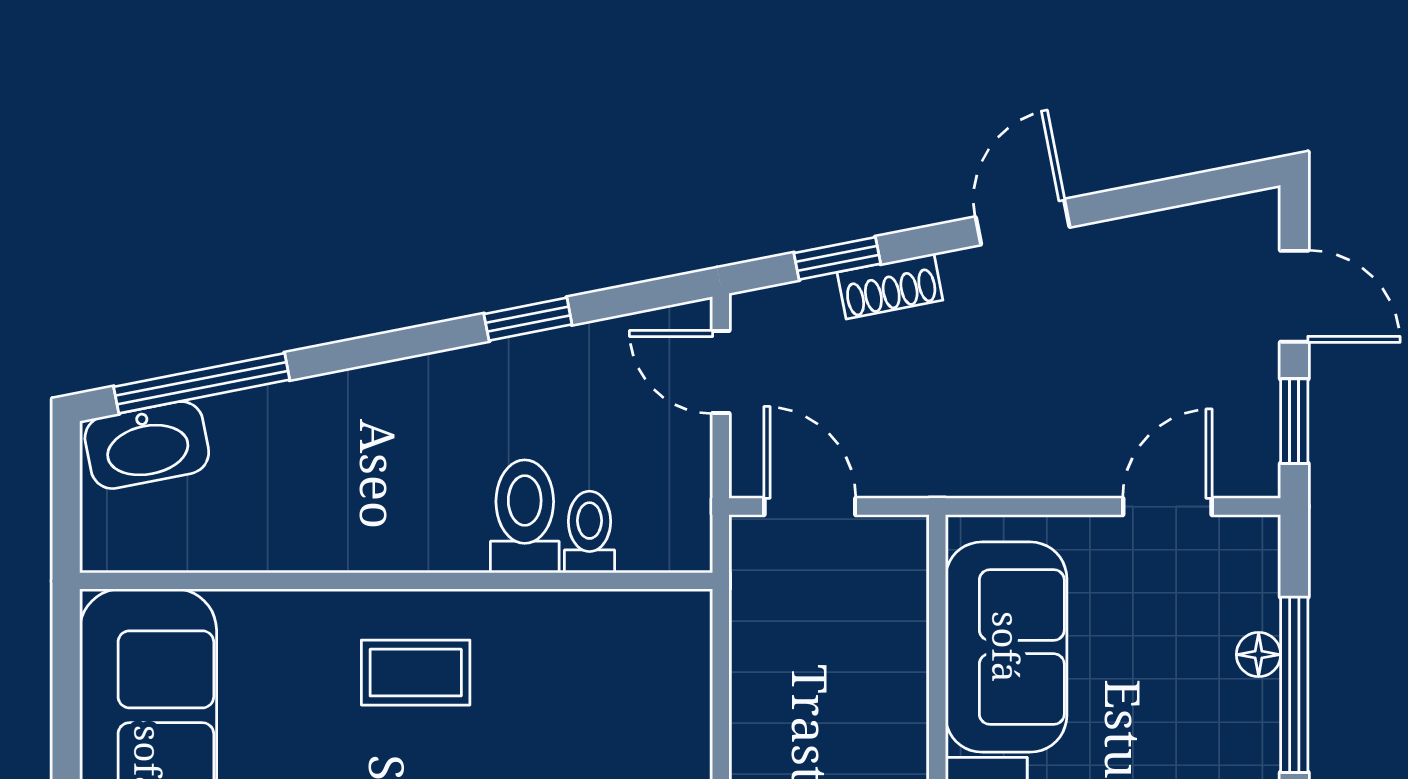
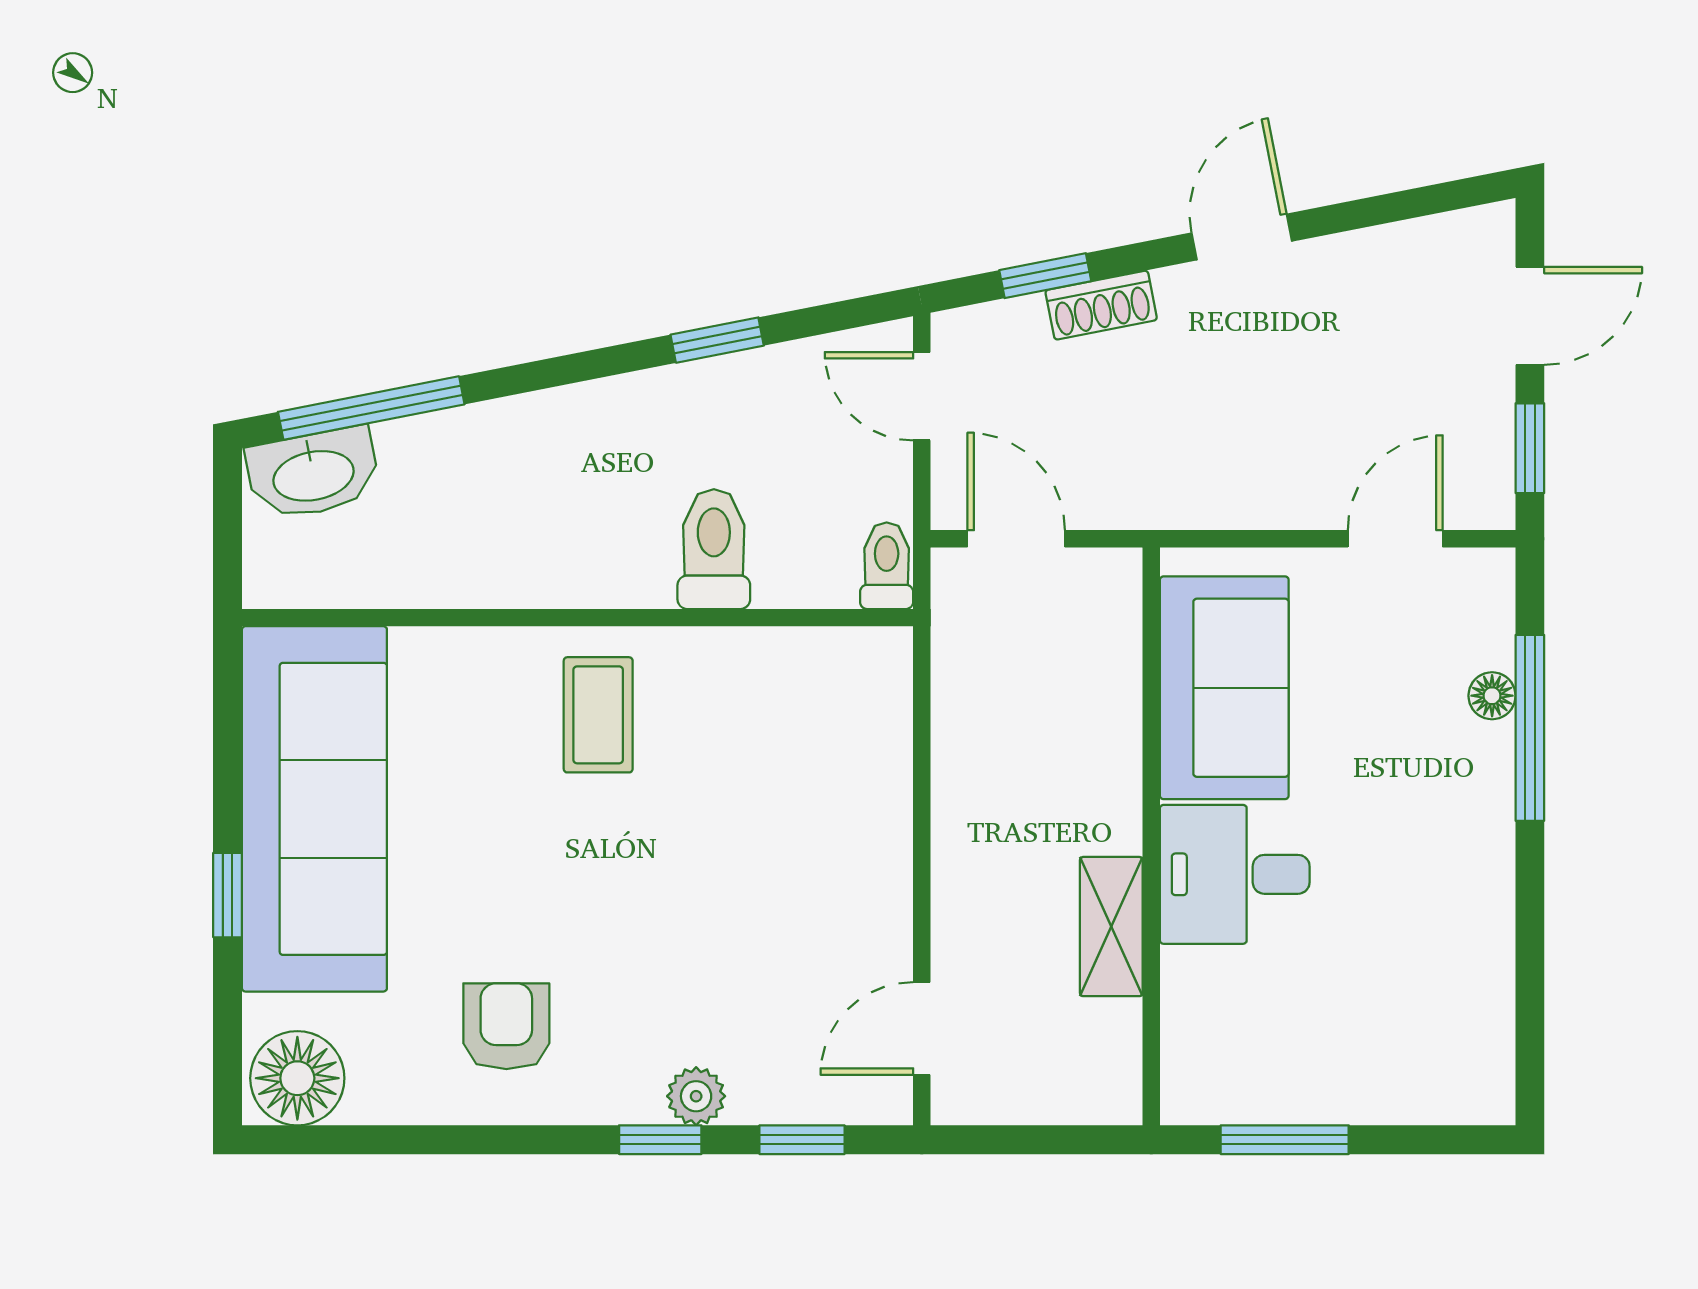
door: (1294, 296) -> (1530, 316), hinge flipped
toilet: (589, 532) -> (887, 566), moved
coffee table: (416, 673) -> (598, 715), turned 90

